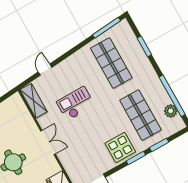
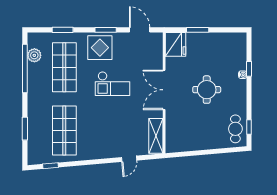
window: (106, 28) -> (50, 166), width x0.46
checkout: (76, 103) -> (112, 84), moved
double door: (48, 142) -> (164, 90), width x1.37
window: (136, 158) -> (106, 30), moved

